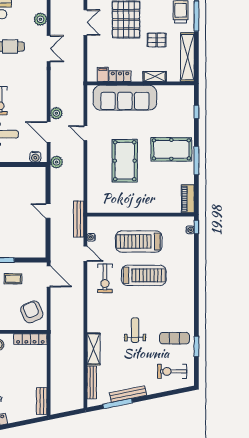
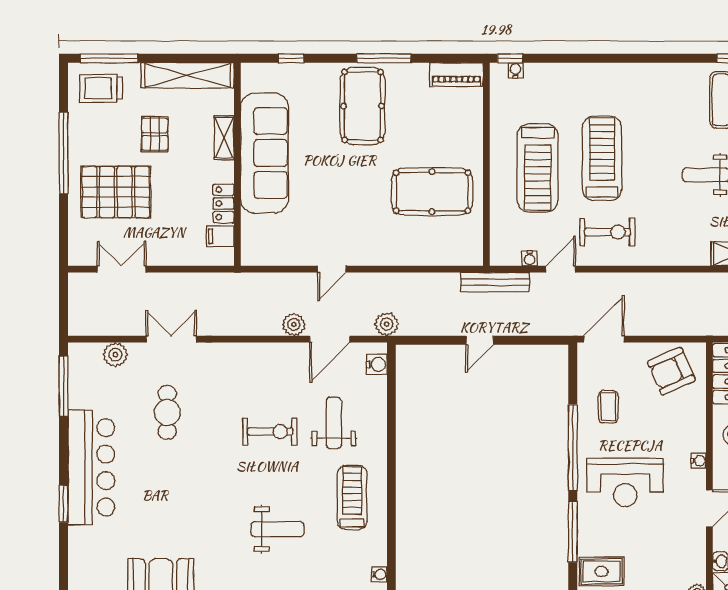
sofa: (125, 98) -> (264, 153), moved
pool table: (125, 161) -> (432, 192), moved

